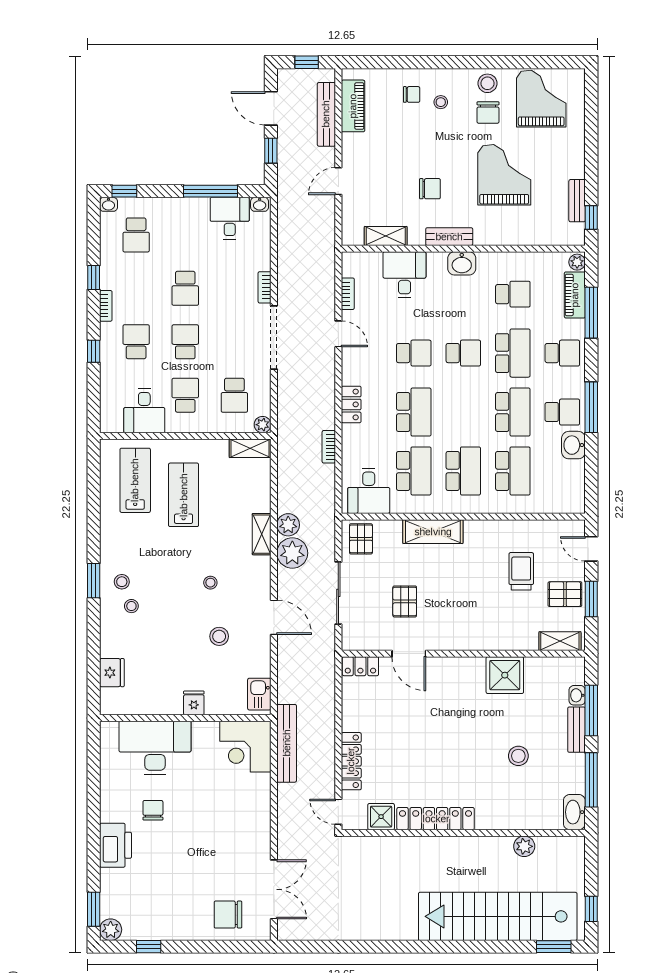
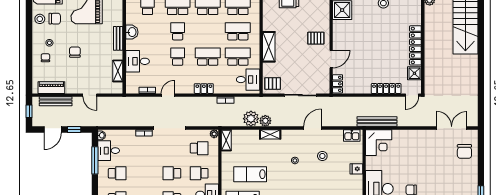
chair: (430, 189) -> (75, 52), moved
school desk: (185, 288) -> (117, 173), moved
plant: (292, 553) -> (251, 119), moved
pallet: (405, 601) -> (316, 38), moved

